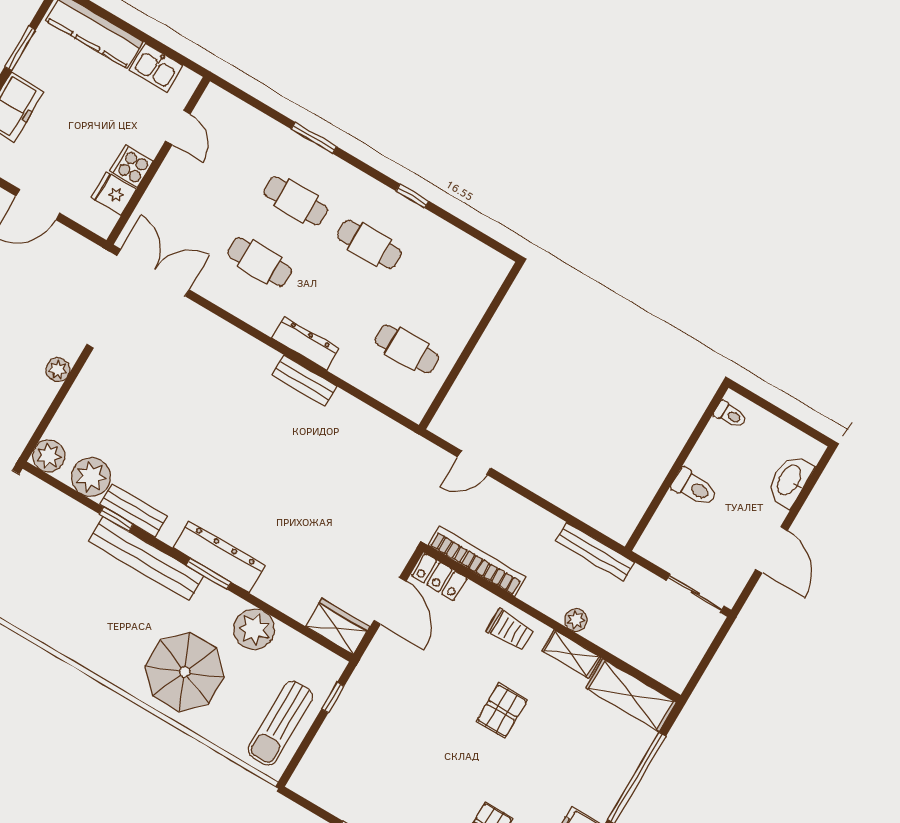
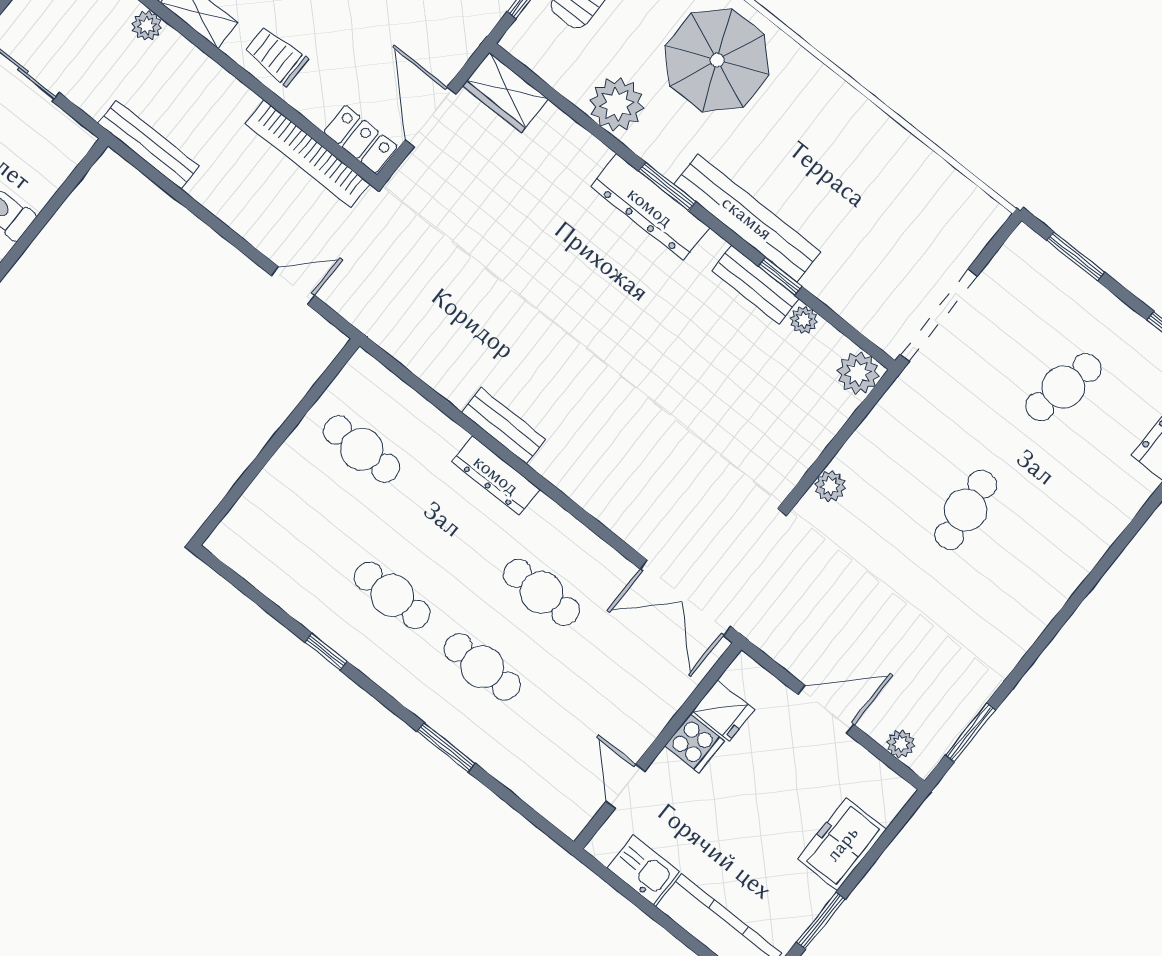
plant: (91, 477) -> (804, 320), width x0.53, depth x0.53
plant: (576, 620) -> (147, 26), moved

